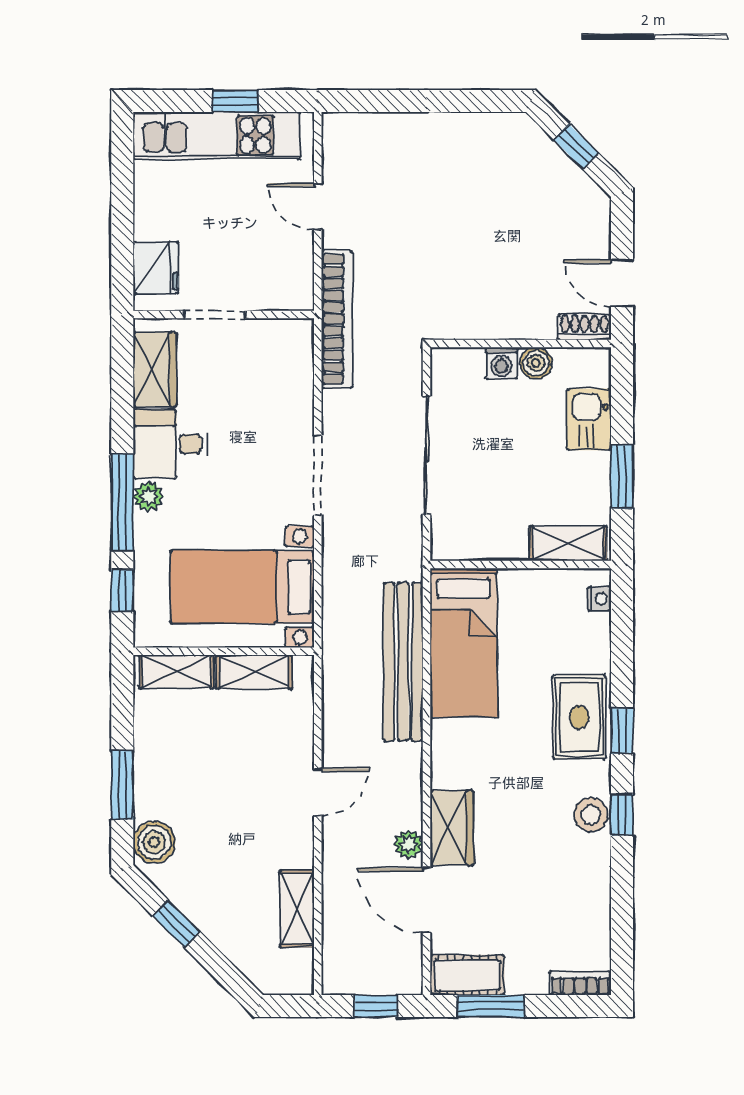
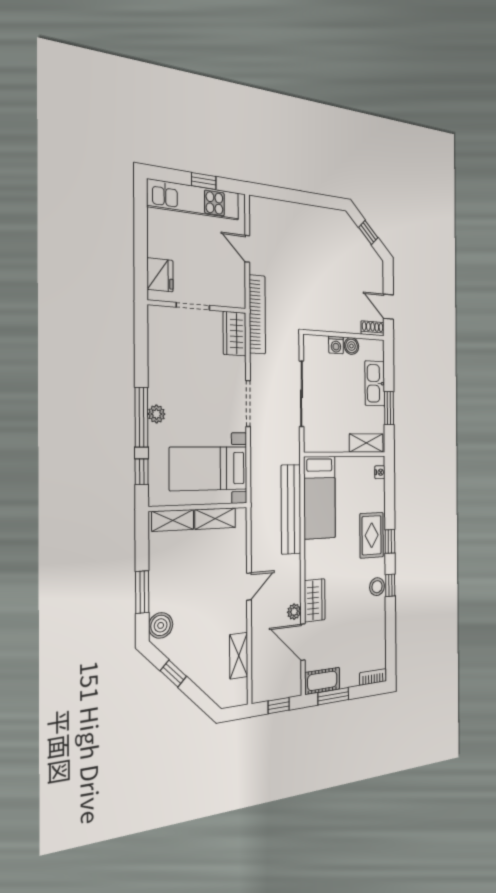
wardrobe: (155, 369) -> (235, 334), moved, turned 180
kitchen sink: (589, 419) -> (375, 383), width x1.38
desk: (170, 444) -> (169, 382), removed

